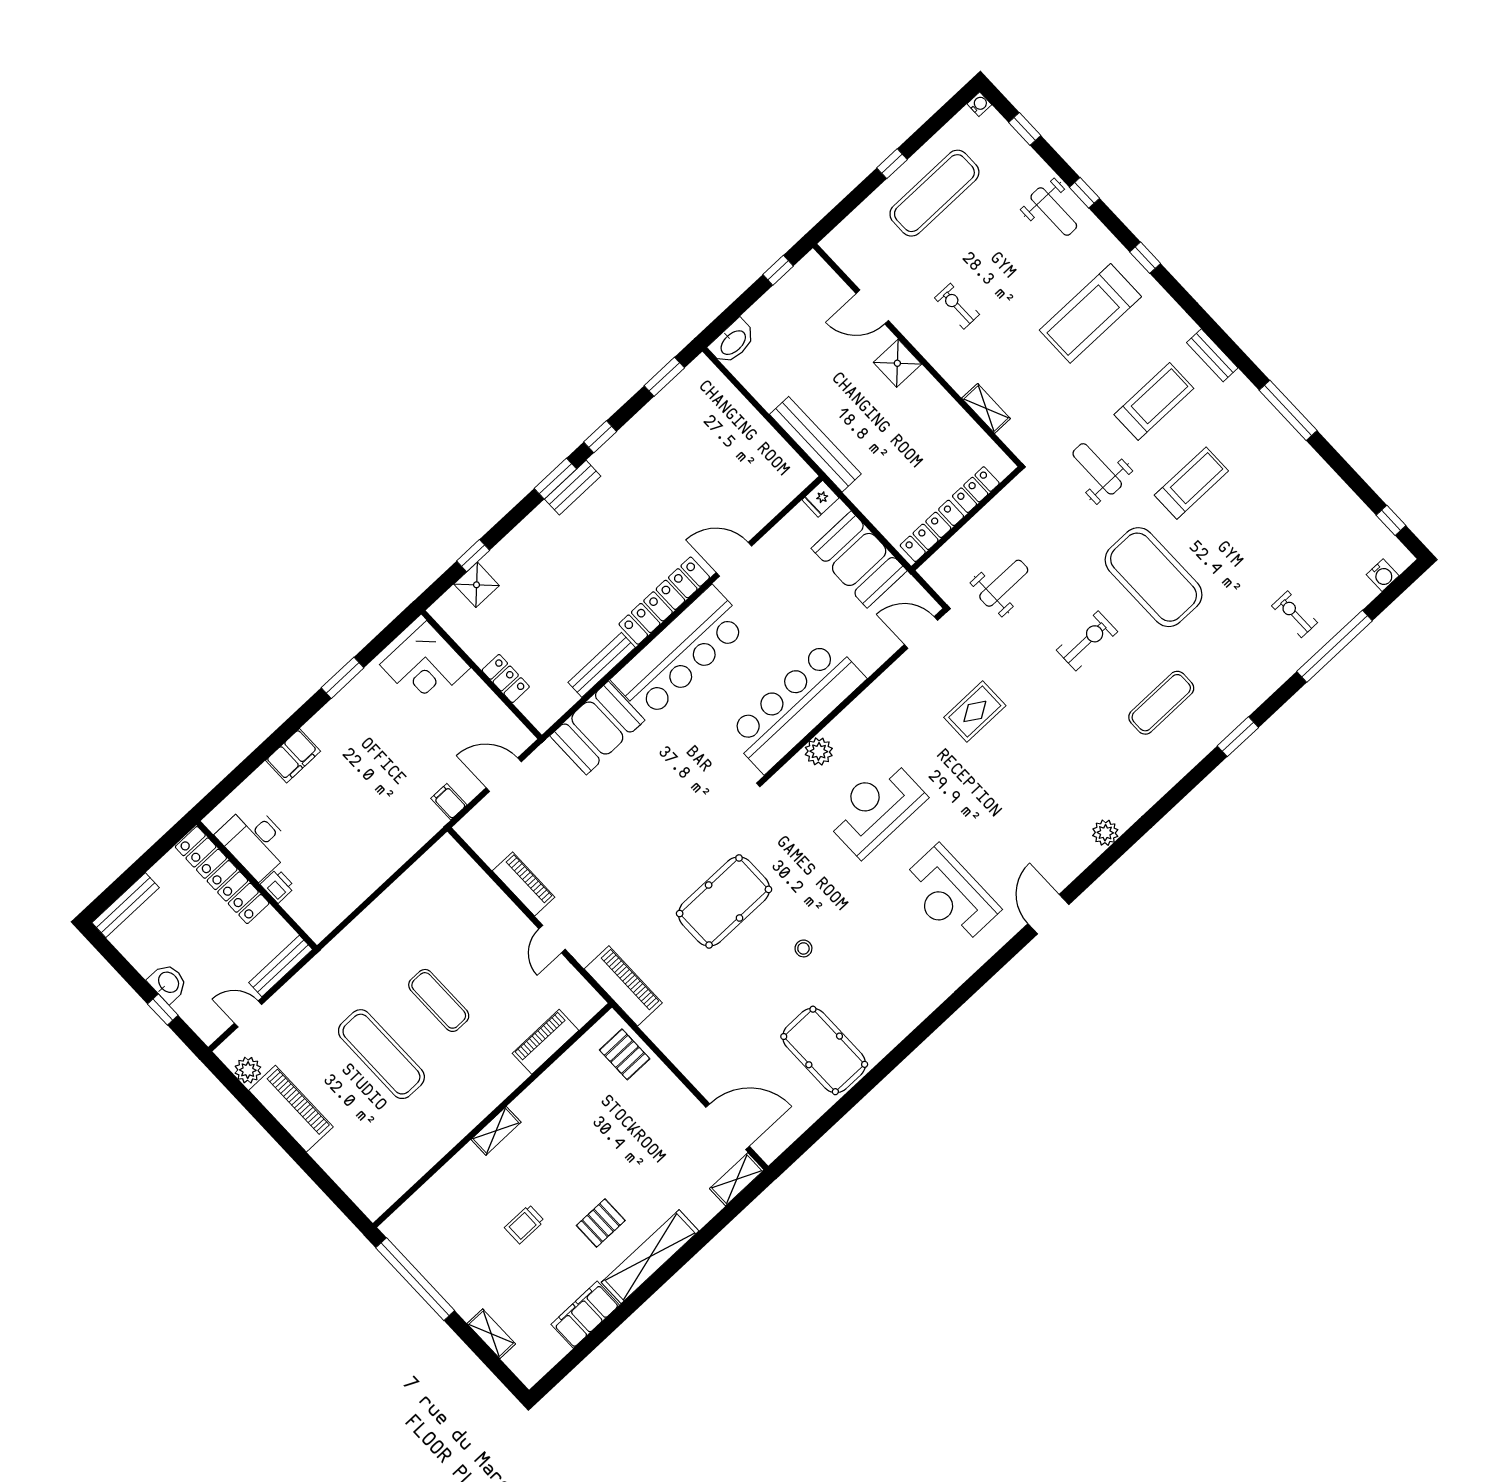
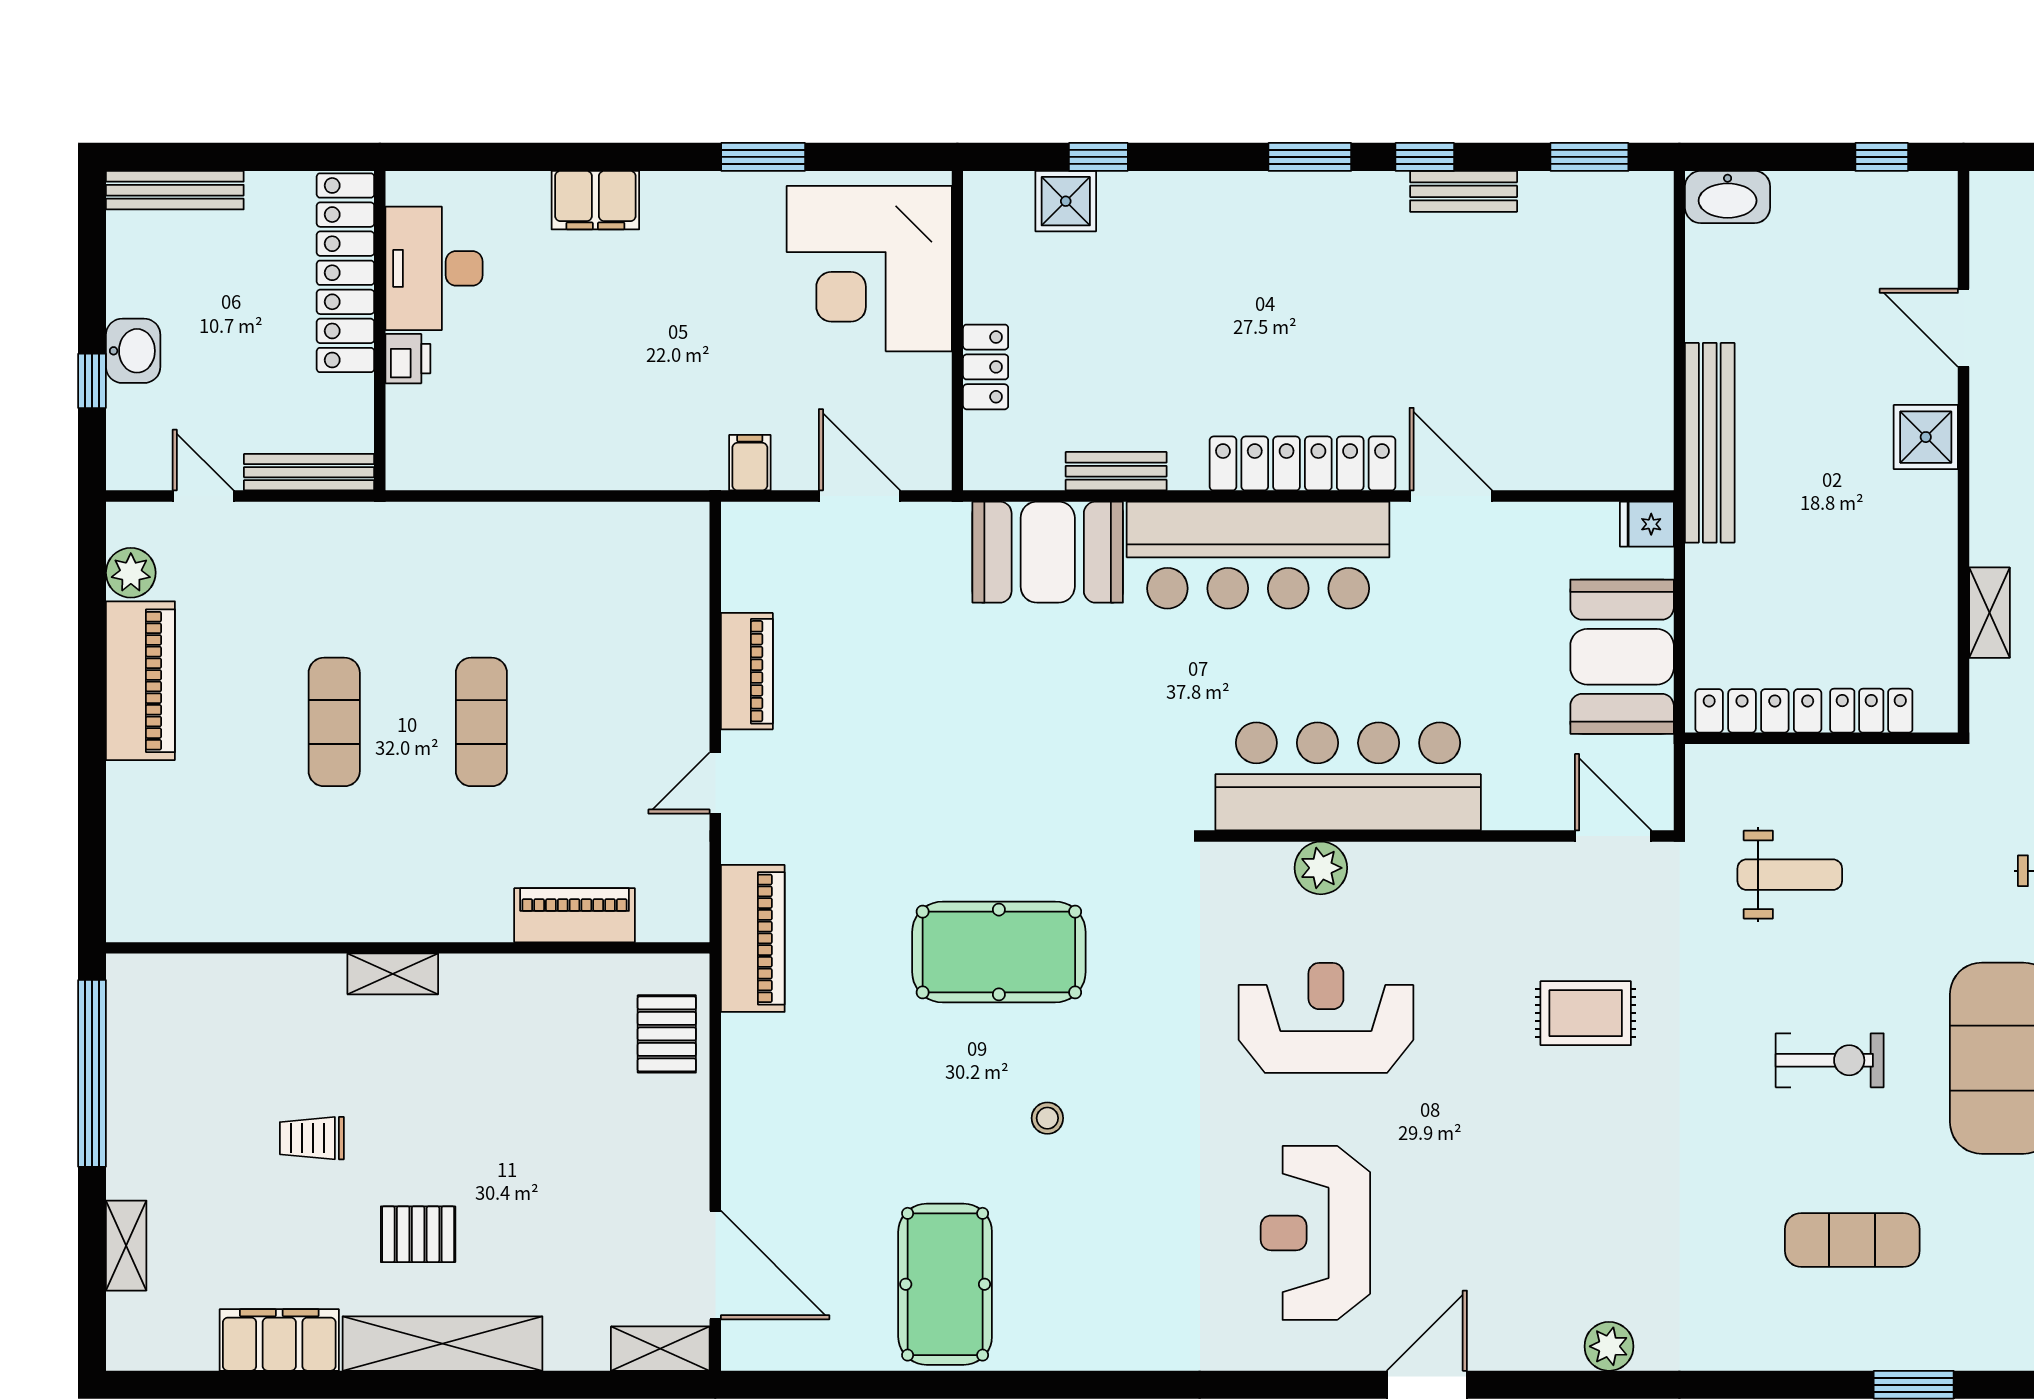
bench: (573, 488) -> (1464, 191), moved
bench: (602, 665) -> (1116, 471), width x0.73
corner desk: (425, 666) -> (869, 269), width x1.36, depth x1.36
exercise mat: (381, 1054) -> (334, 722), width x0.73, depth x0.69

